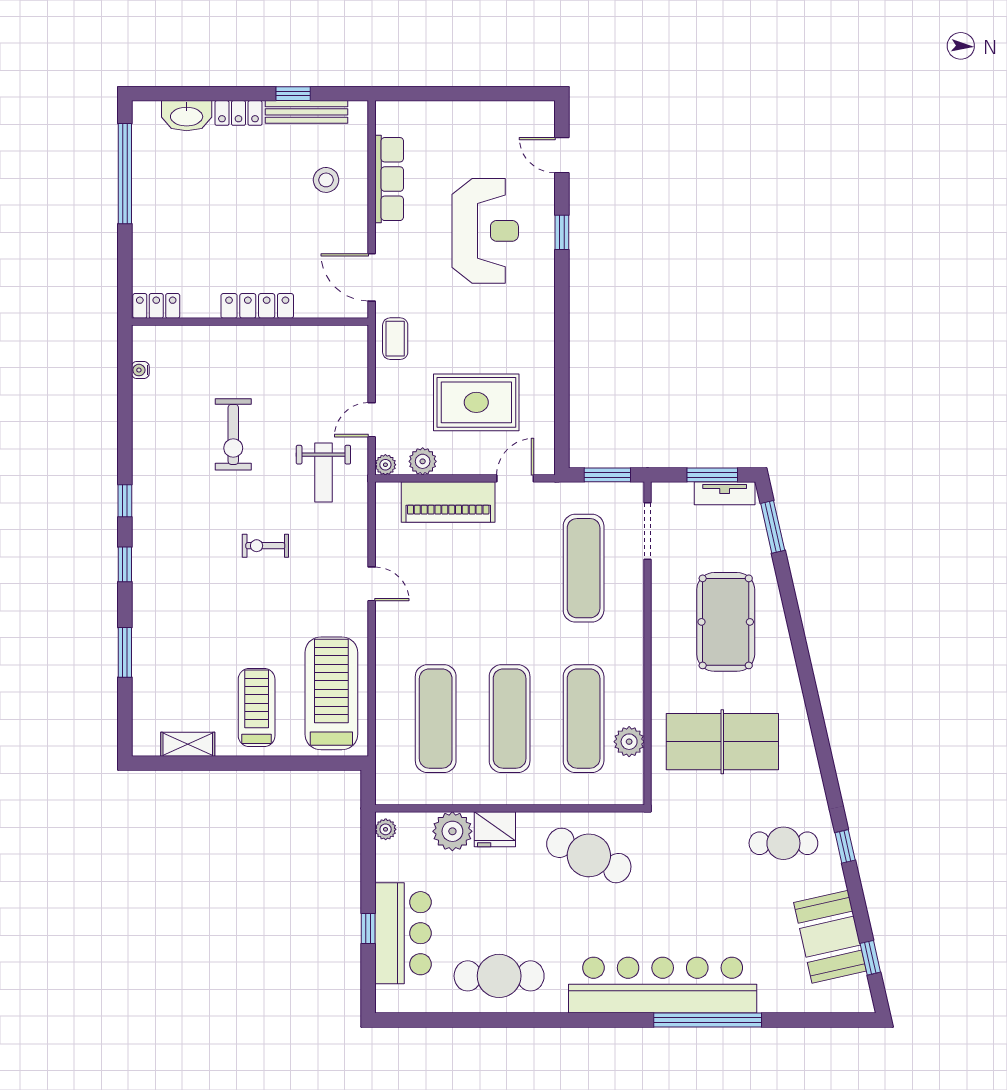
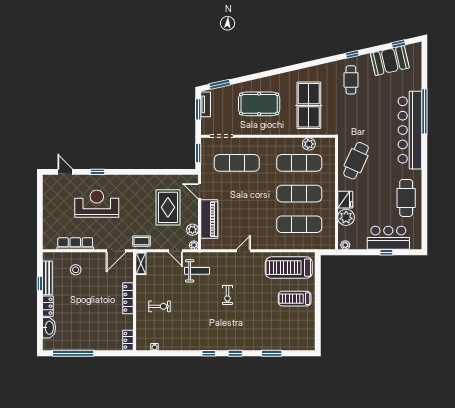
door: (562, 155) -> (65, 172), swing flipped
exercise bike: (233, 434) -> (160, 306), moved, width x0.73, depth x0.72
shelving: (188, 744) -> (141, 263), moved

